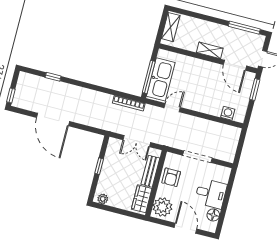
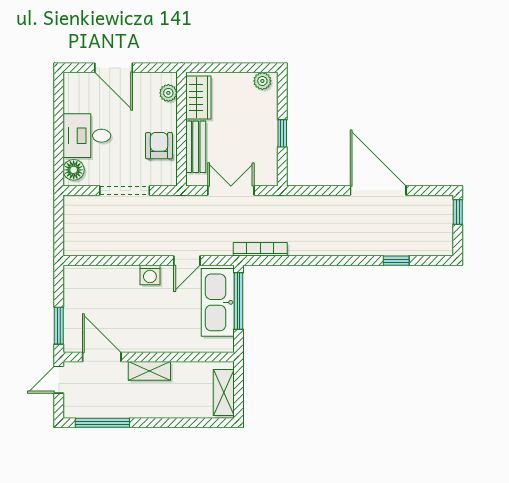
washing machine: (228, 113) -> (150, 275), moved
plant: (162, 207) -> (168, 93), width x0.53, depth x0.53
floor lamp: (213, 215) -> (74, 170), moved

